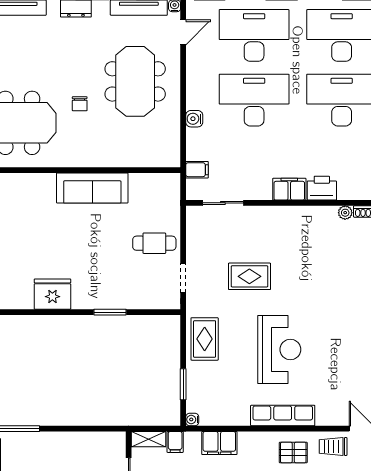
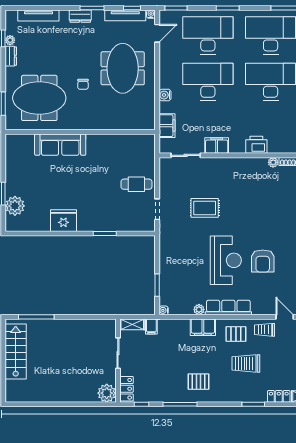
filing cabinet: (197, 170) -> (167, 126), width x2.00
sofa: (92, 188) -> (60, 145), moved
filing cabinet: (289, 189) -> (217, 145), moved
rug: (205, 339) -> (172, 253), removed
armchair: (331, 350) -> (263, 261), added
plant: (242, 418) -> (199, 310), added
filing cabinet: (219, 443) -> (203, 327), moved

